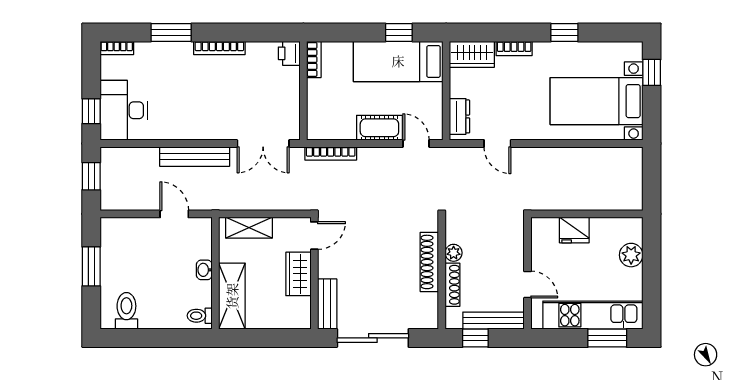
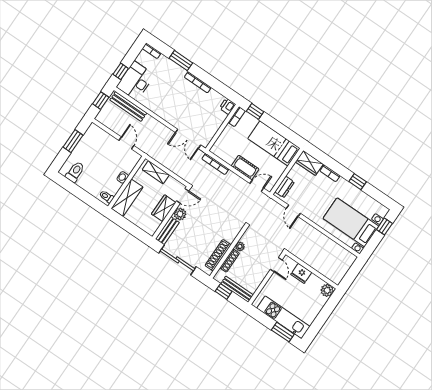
window: (399, 33) -> (255, 111), moved
door: (416, 144) -> (257, 186), hinge flipped
bench: (195, 157) -> (128, 107), moved
plant: (631, 255) -> (327, 290), moved
shoe rack: (429, 262) -> (218, 255), moved
plant: (329, 266) -> (180, 214), added
door: (527, 285) -> (276, 265), moved

